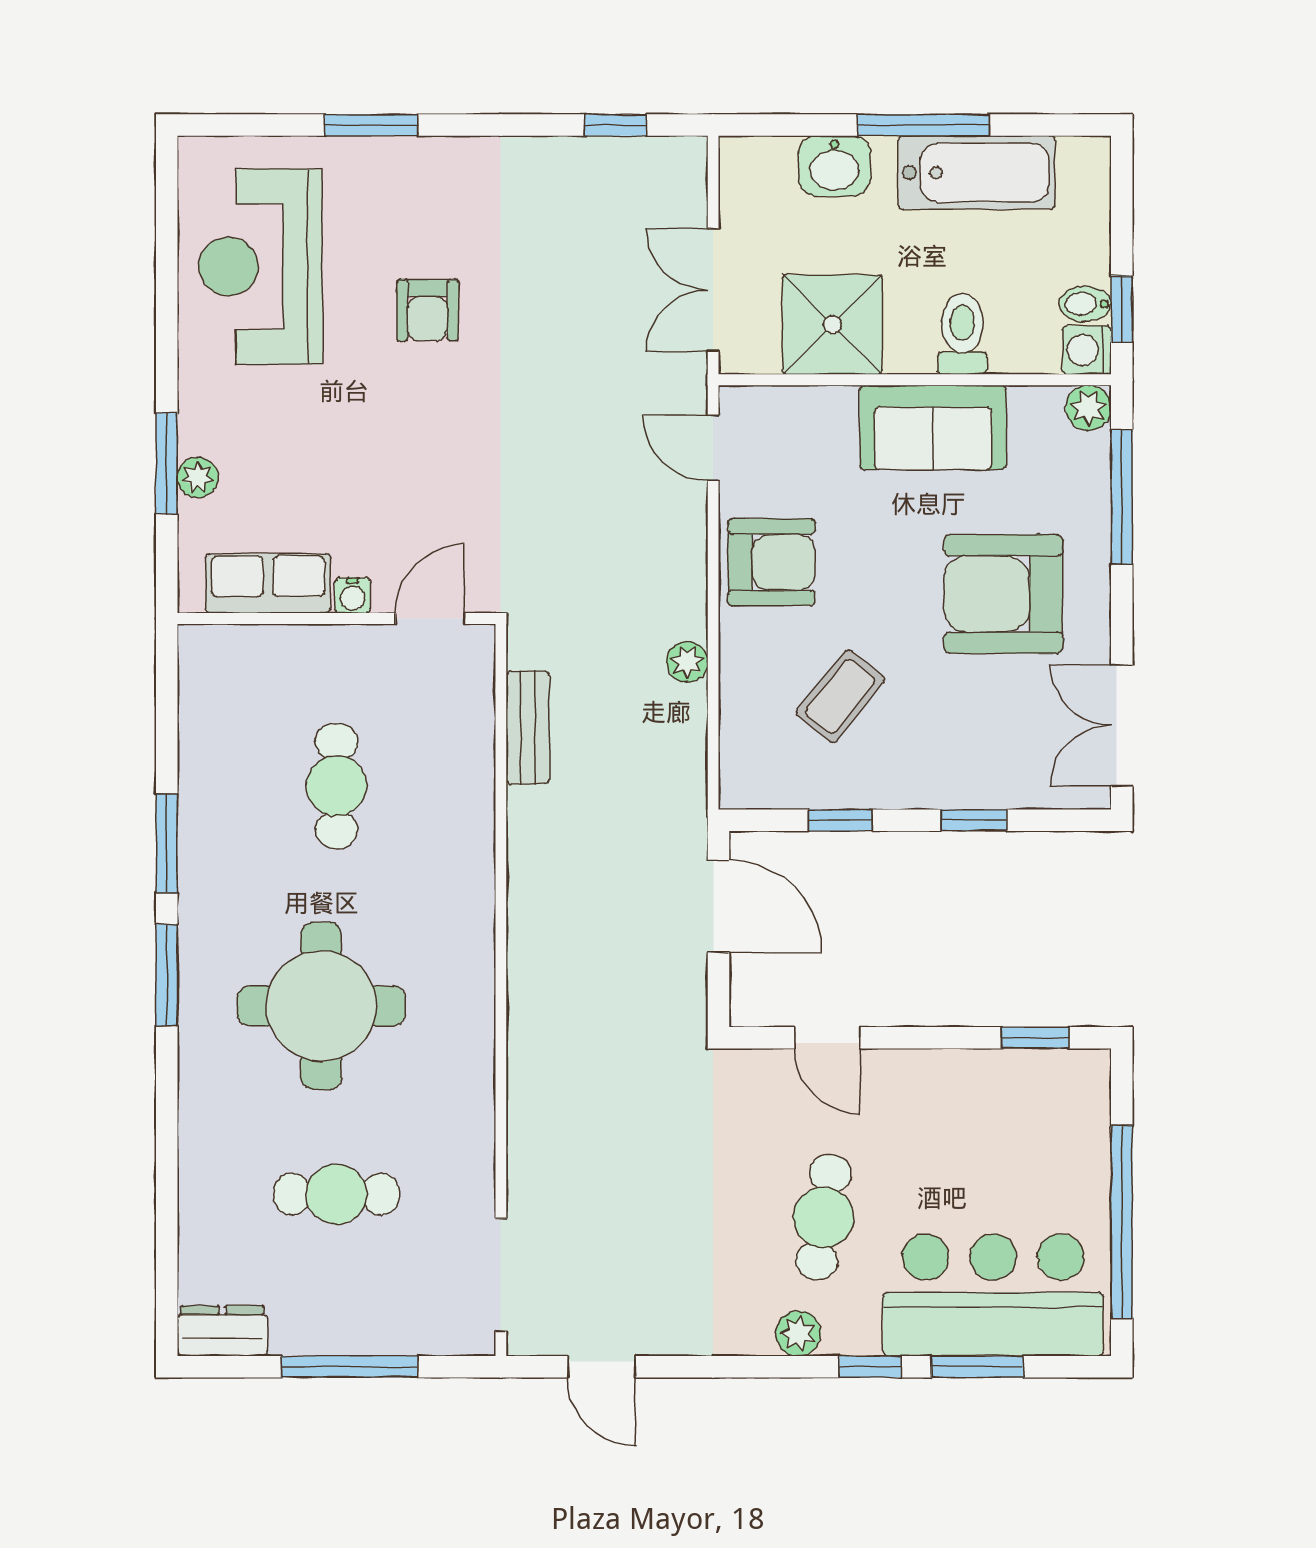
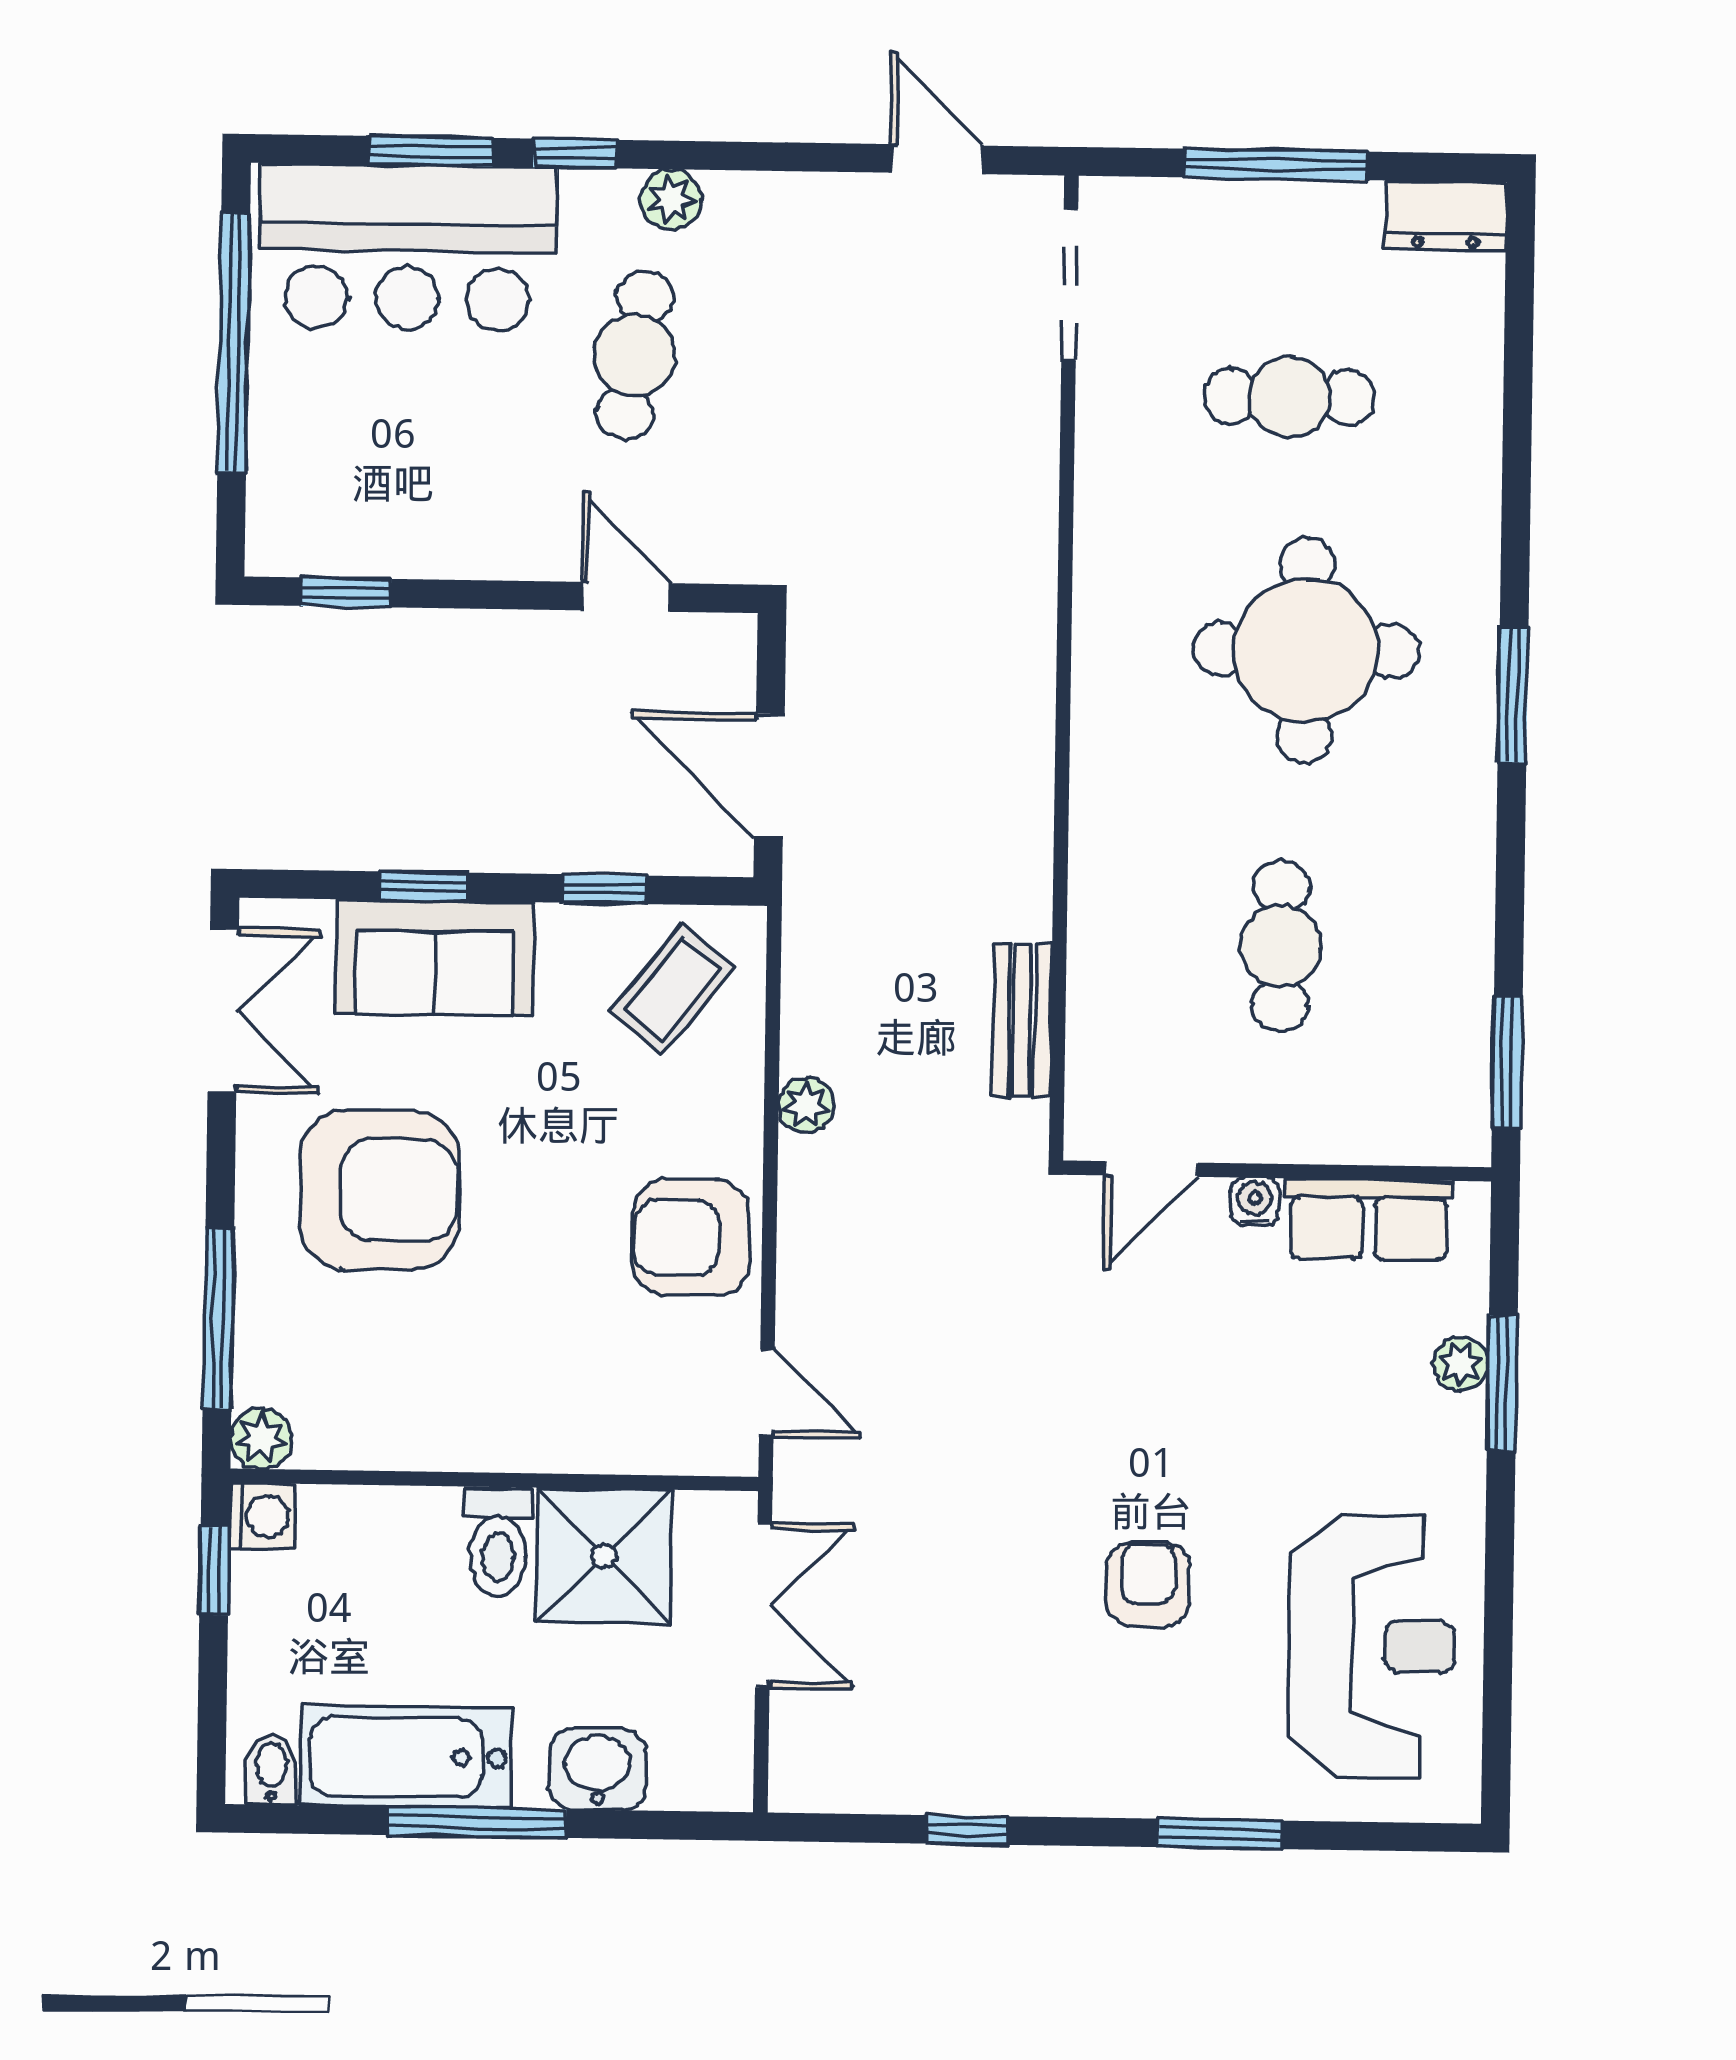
window: (615, 125) -> (967, 1830), moved
bidet: (1085, 304) -> (272, 1770), moved, turned -90
toilet: (962, 334) -> (498, 1542), moved
sofa: (933, 427) -> (435, 958), moved, turned 180
coffee table: (840, 696) -> (672, 989), moved
window: (167, 843) -> (1507, 1062), moved

